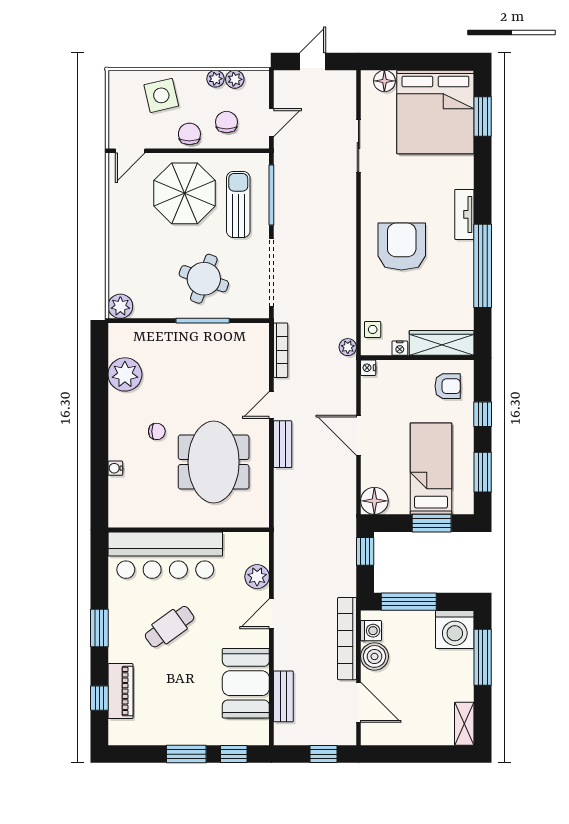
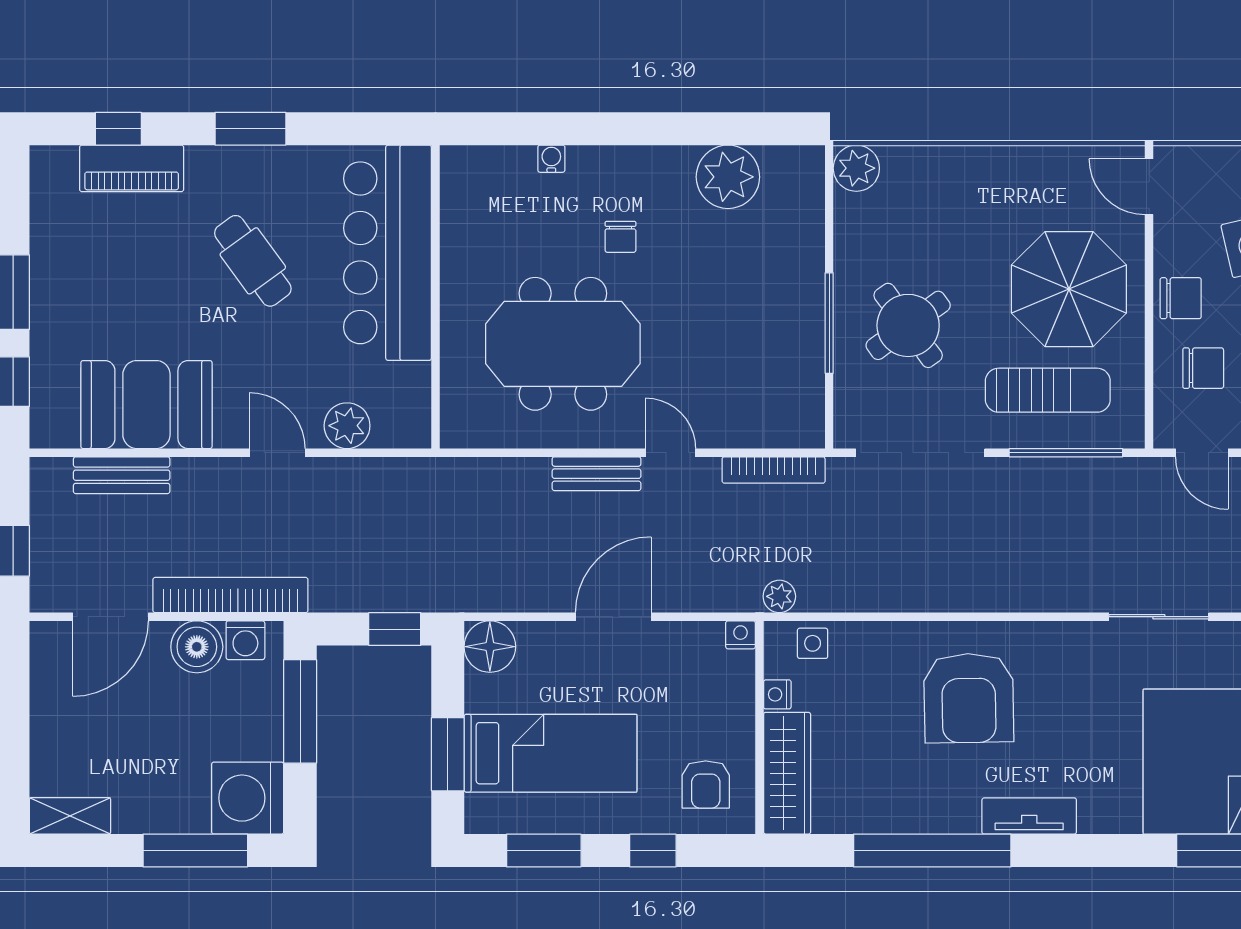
armchair: (402, 247) -> (969, 698), turned 89
round table: (204, 279) -> (908, 325), turned 34

